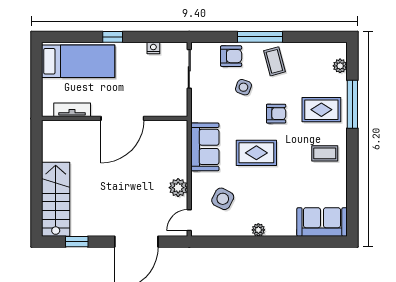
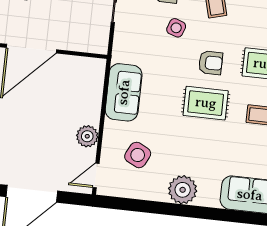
rug: (256, 153) -> (206, 103), moved
plant: (258, 230) -> (183, 190), width x1.87, depth x1.87

